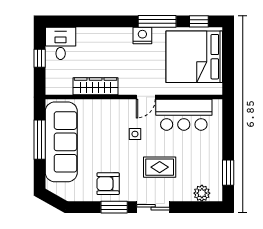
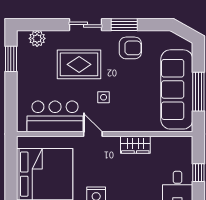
wardrobe: (96, 86) -> (135, 145), width x0.67
door: (146, 97) -> (93, 134), hinge flipped
rug: (160, 167) -> (79, 64), width x1.36, depth x1.43

